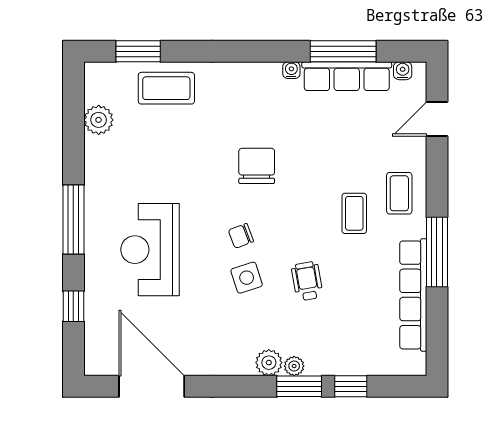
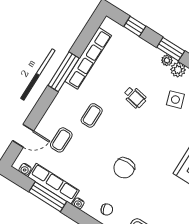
coffee table: (399, 193) -> (61, 140), moved
chair: (241, 236) -> (107, 209), moved
side table: (247, 278) -> (175, 100), moved
wheelchair: (307, 281) -> (135, 97), turned -69
window: (351, 386) -> (135, 26), moved

